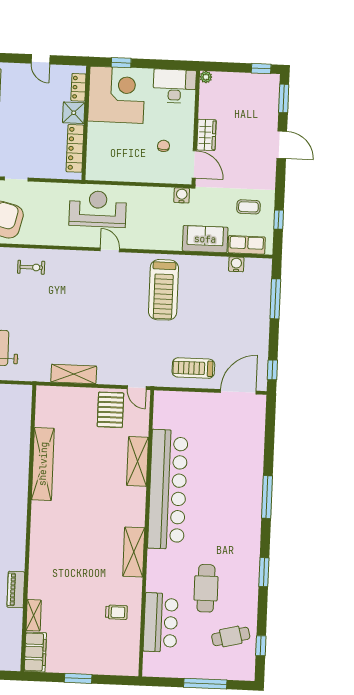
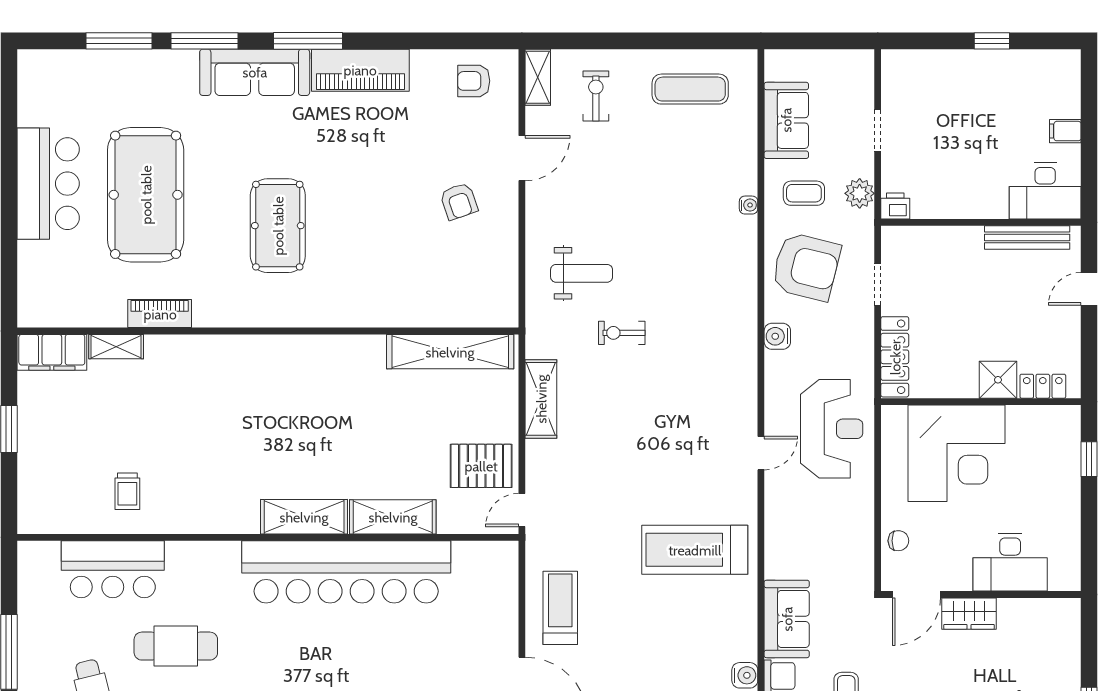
door: (41, 59) -> (1089, 289), moved
plant: (206, 77) -> (1070, 608), removed
desk: (175, 86) -> (1010, 562), moved, turned 90
corner desk: (116, 95) -> (957, 453), moved
chair: (164, 146) -> (898, 541), moved
locker: (75, 148) -> (895, 357), moved, turned 90
water cooler: (182, 195) -> (777, 336), moved, turned 180
exercise bike: (31, 267) -> (622, 333), moved, turned 90
shelving: (43, 464) -> (450, 352), moved
shelving: (134, 552) -> (304, 517), moved

